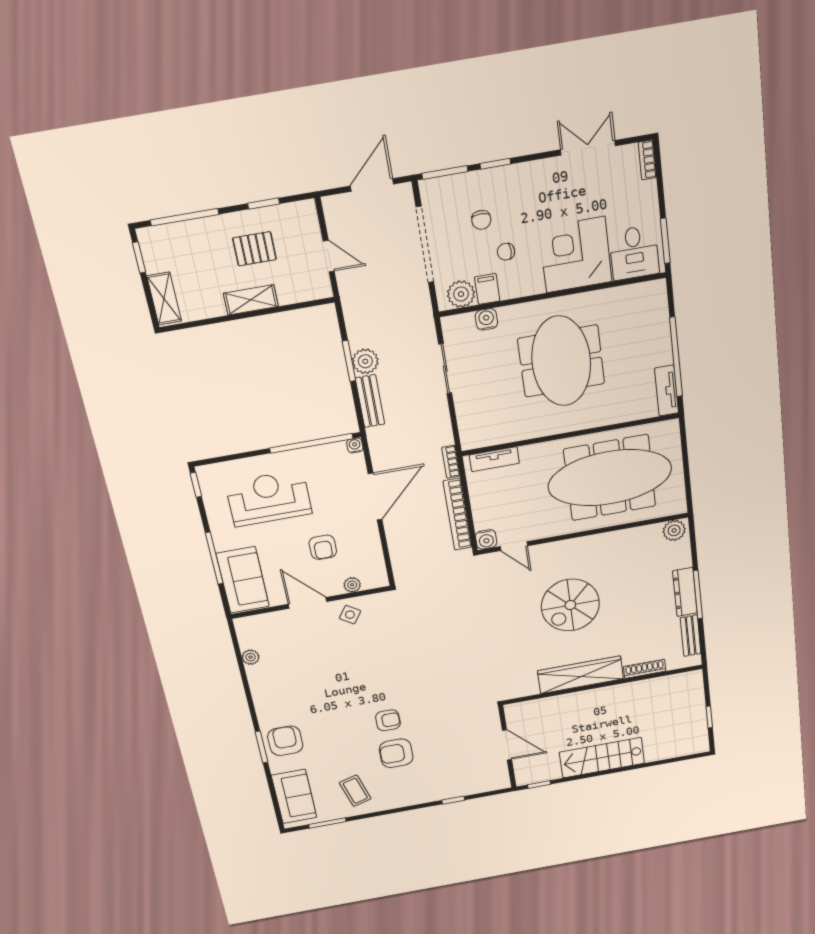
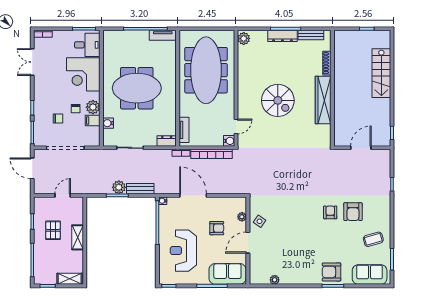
plant: (461, 294) -> (93, 107), moved
dresser: (469, 433) -> (167, 141), added
stairs: (602, 758) -> (381, 73), moved

